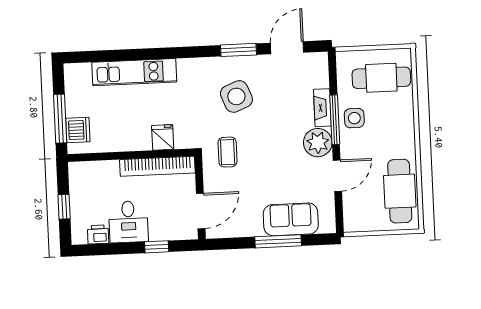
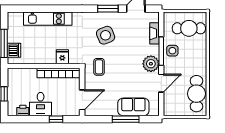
fireplace: (322, 108) -> (154, 33), moved

